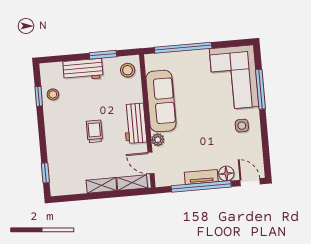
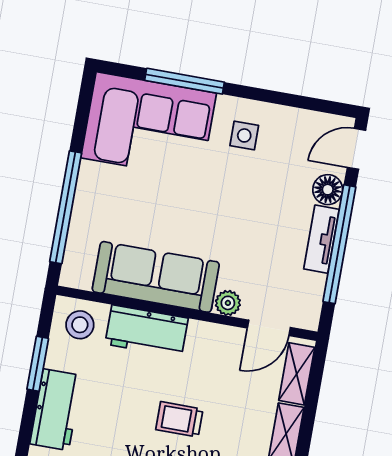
workbench: (135, 123) -> (147, 331), moved

